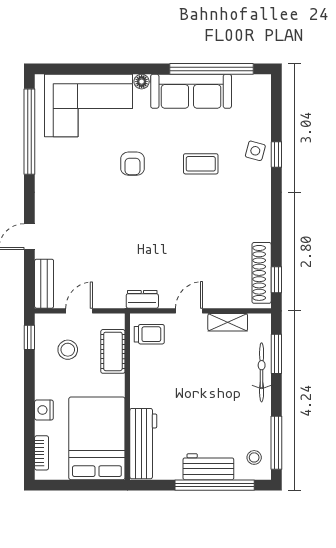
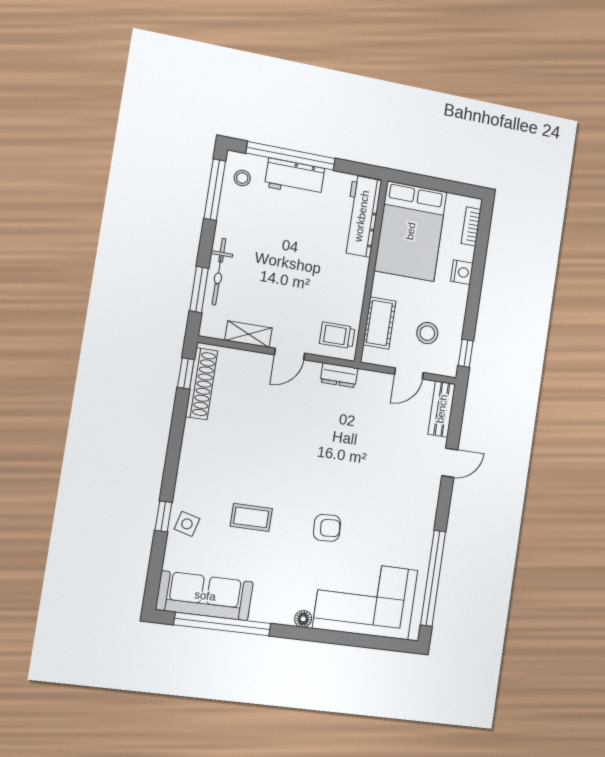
sofa: (191, 91) -> (205, 596), moved
armchair: (133, 164) -> (327, 528), turned 86

